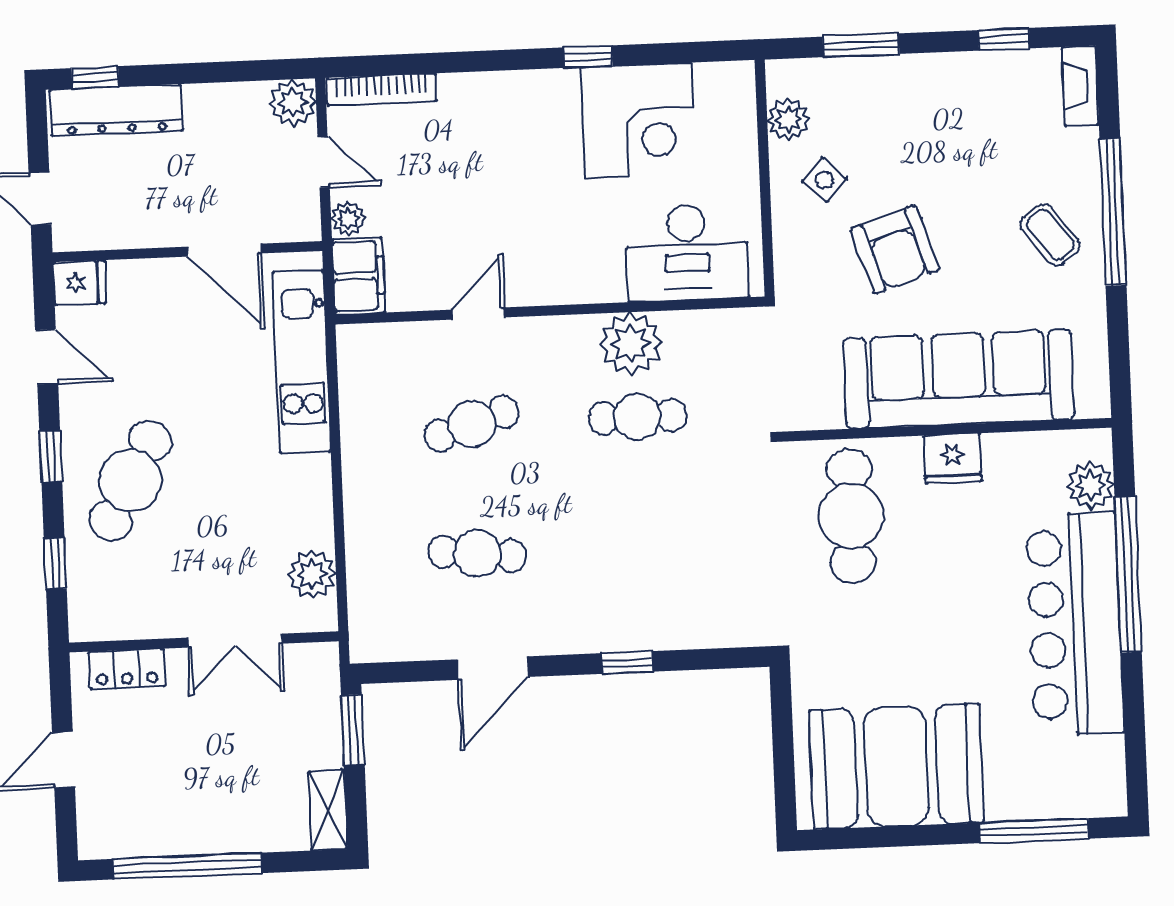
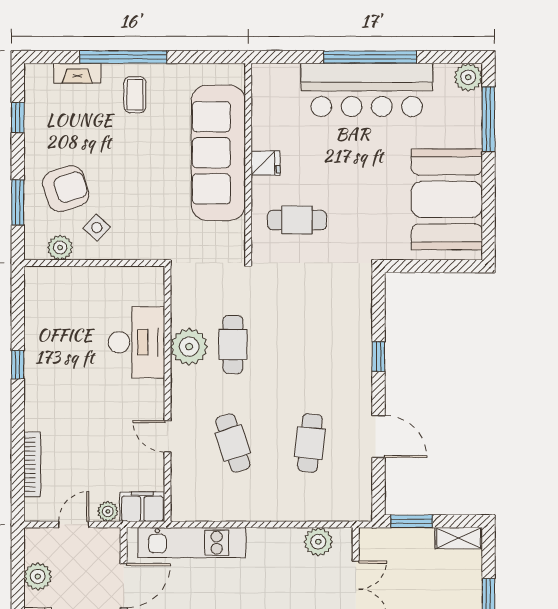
fireplace: (1080, 86) -> (77, 73), moved
bookcase: (382, 90) -> (32, 464), moved
plant: (293, 103) -> (38, 576), moved
corner desk: (638, 120) -> (57, 337), removed
coffee table: (1050, 235) -> (135, 95), turned -53
armchair: (895, 249) -> (66, 189), moved
desk: (687, 252) -> (136, 342), moved
fridge: (952, 459) -> (266, 163), width x0.72
plant: (1090, 485) -> (468, 77), moved
cafe table: (851, 516) -> (297, 220), width x0.73, depth x0.74
window: (1128, 574) -> (370, 57), moved

